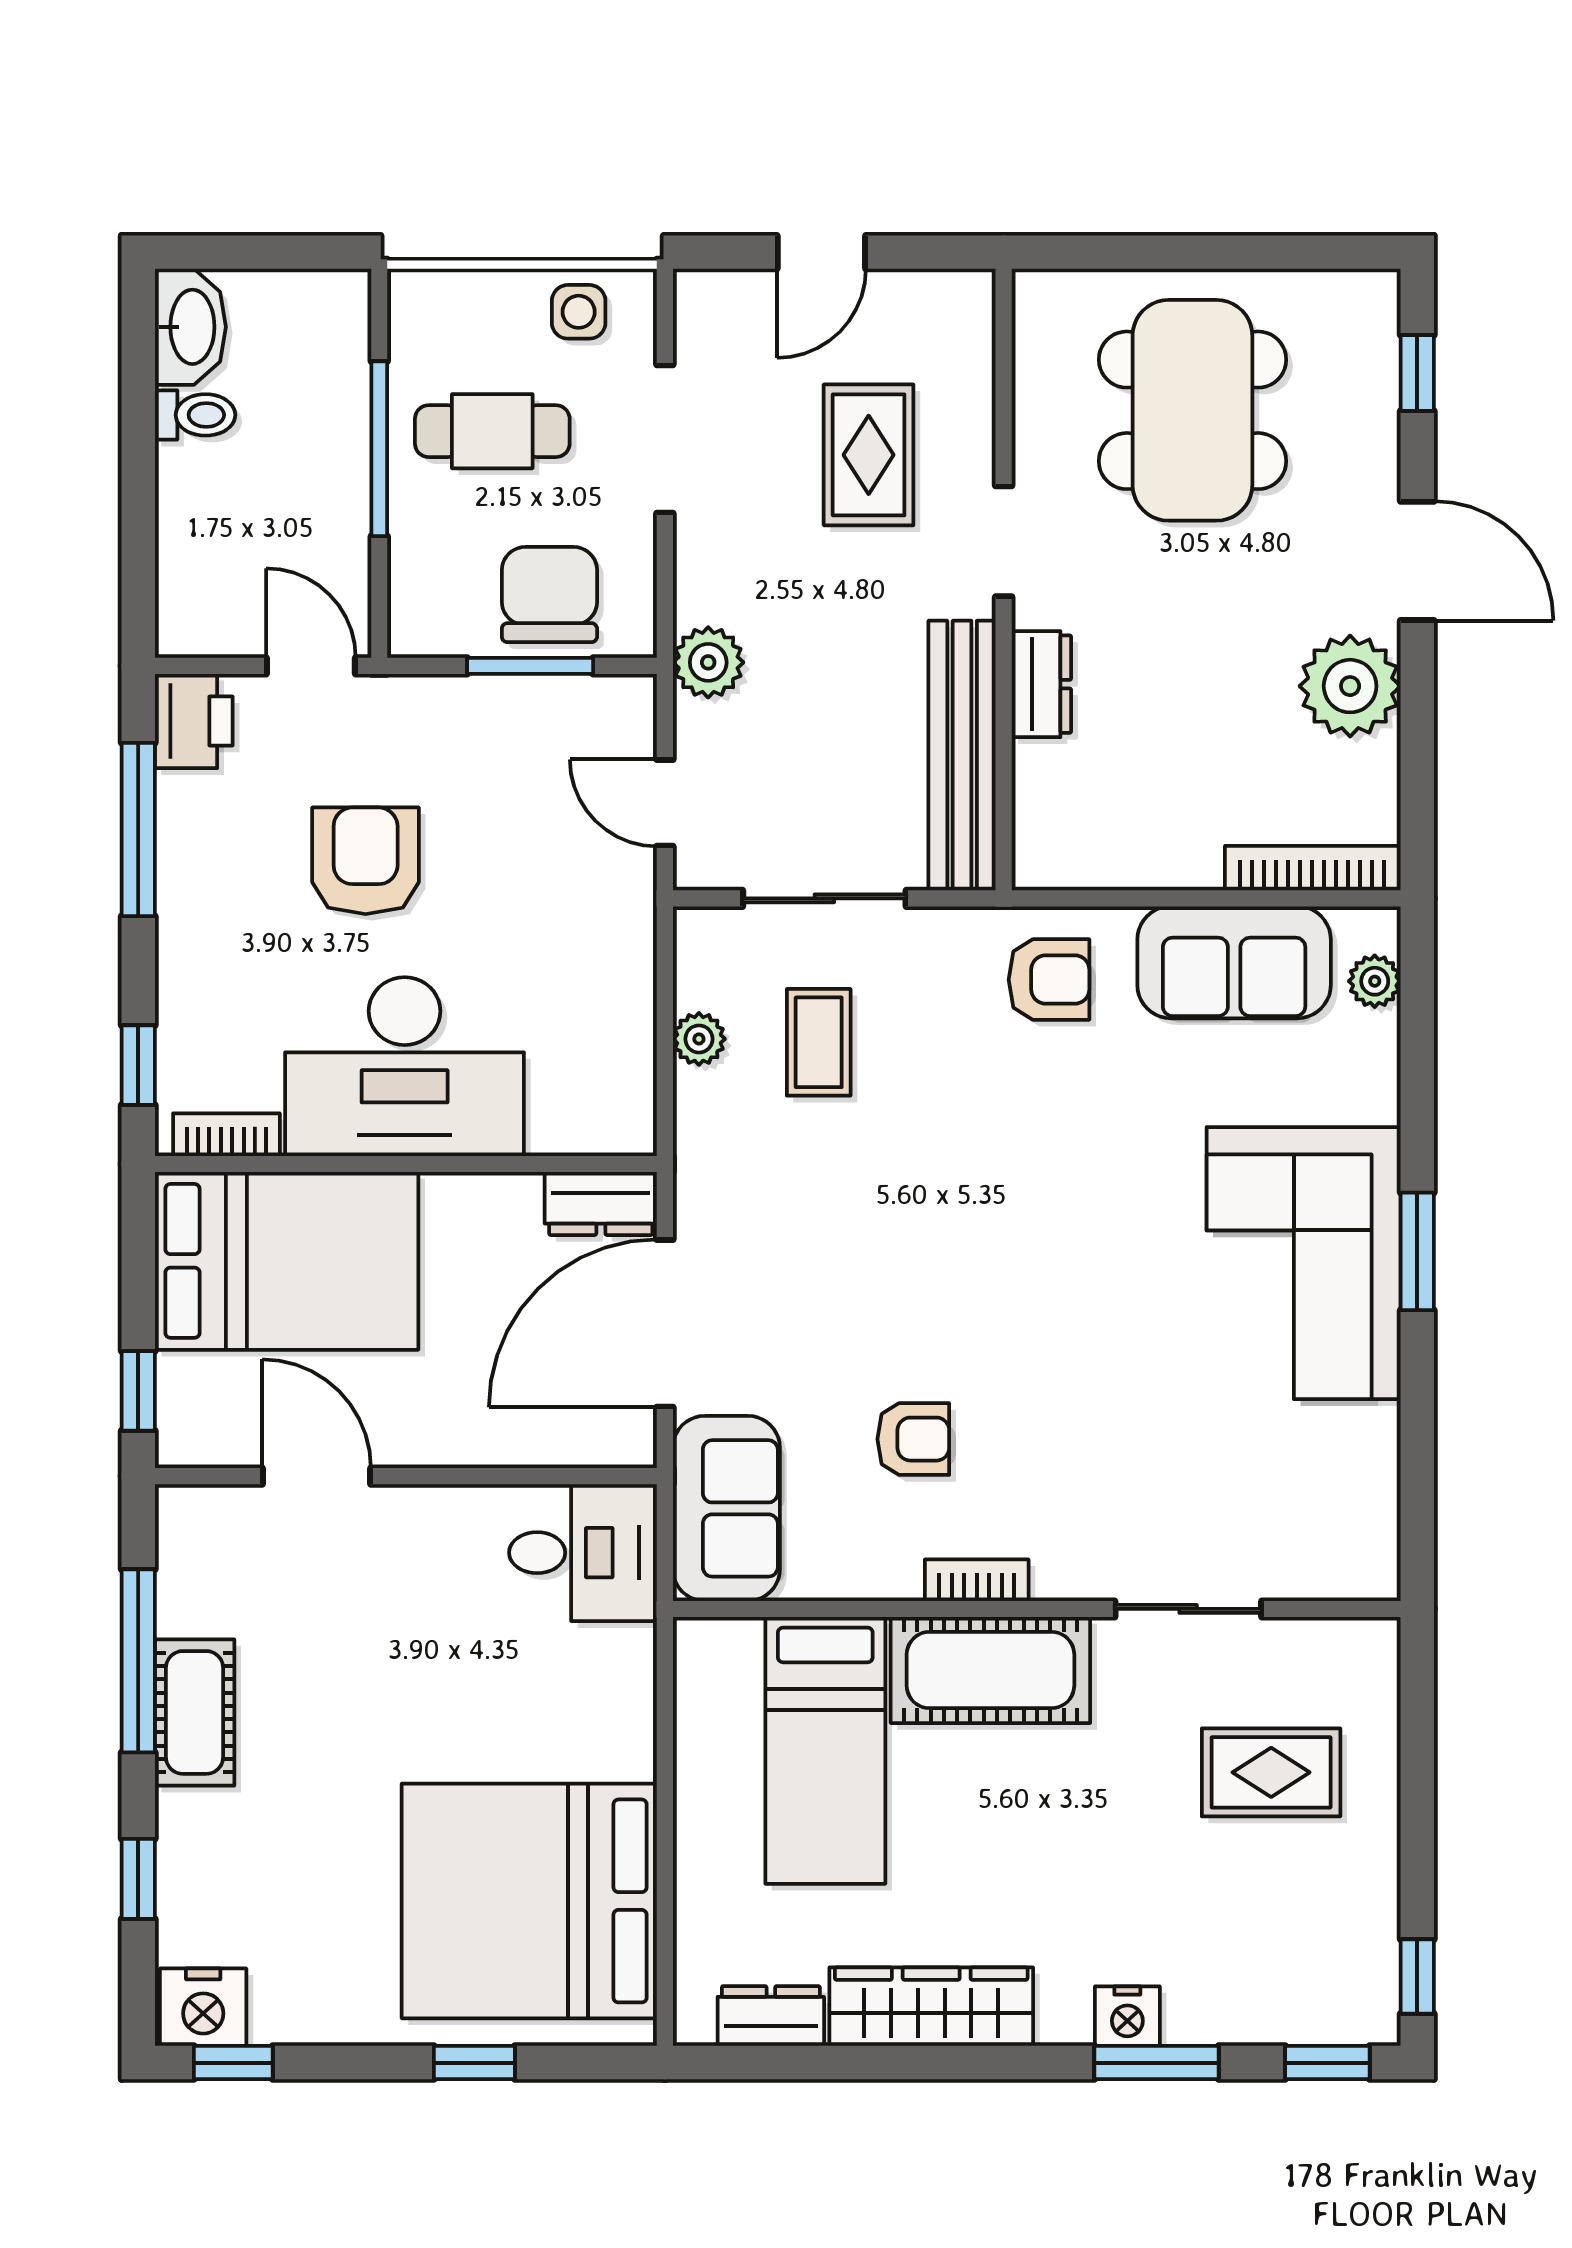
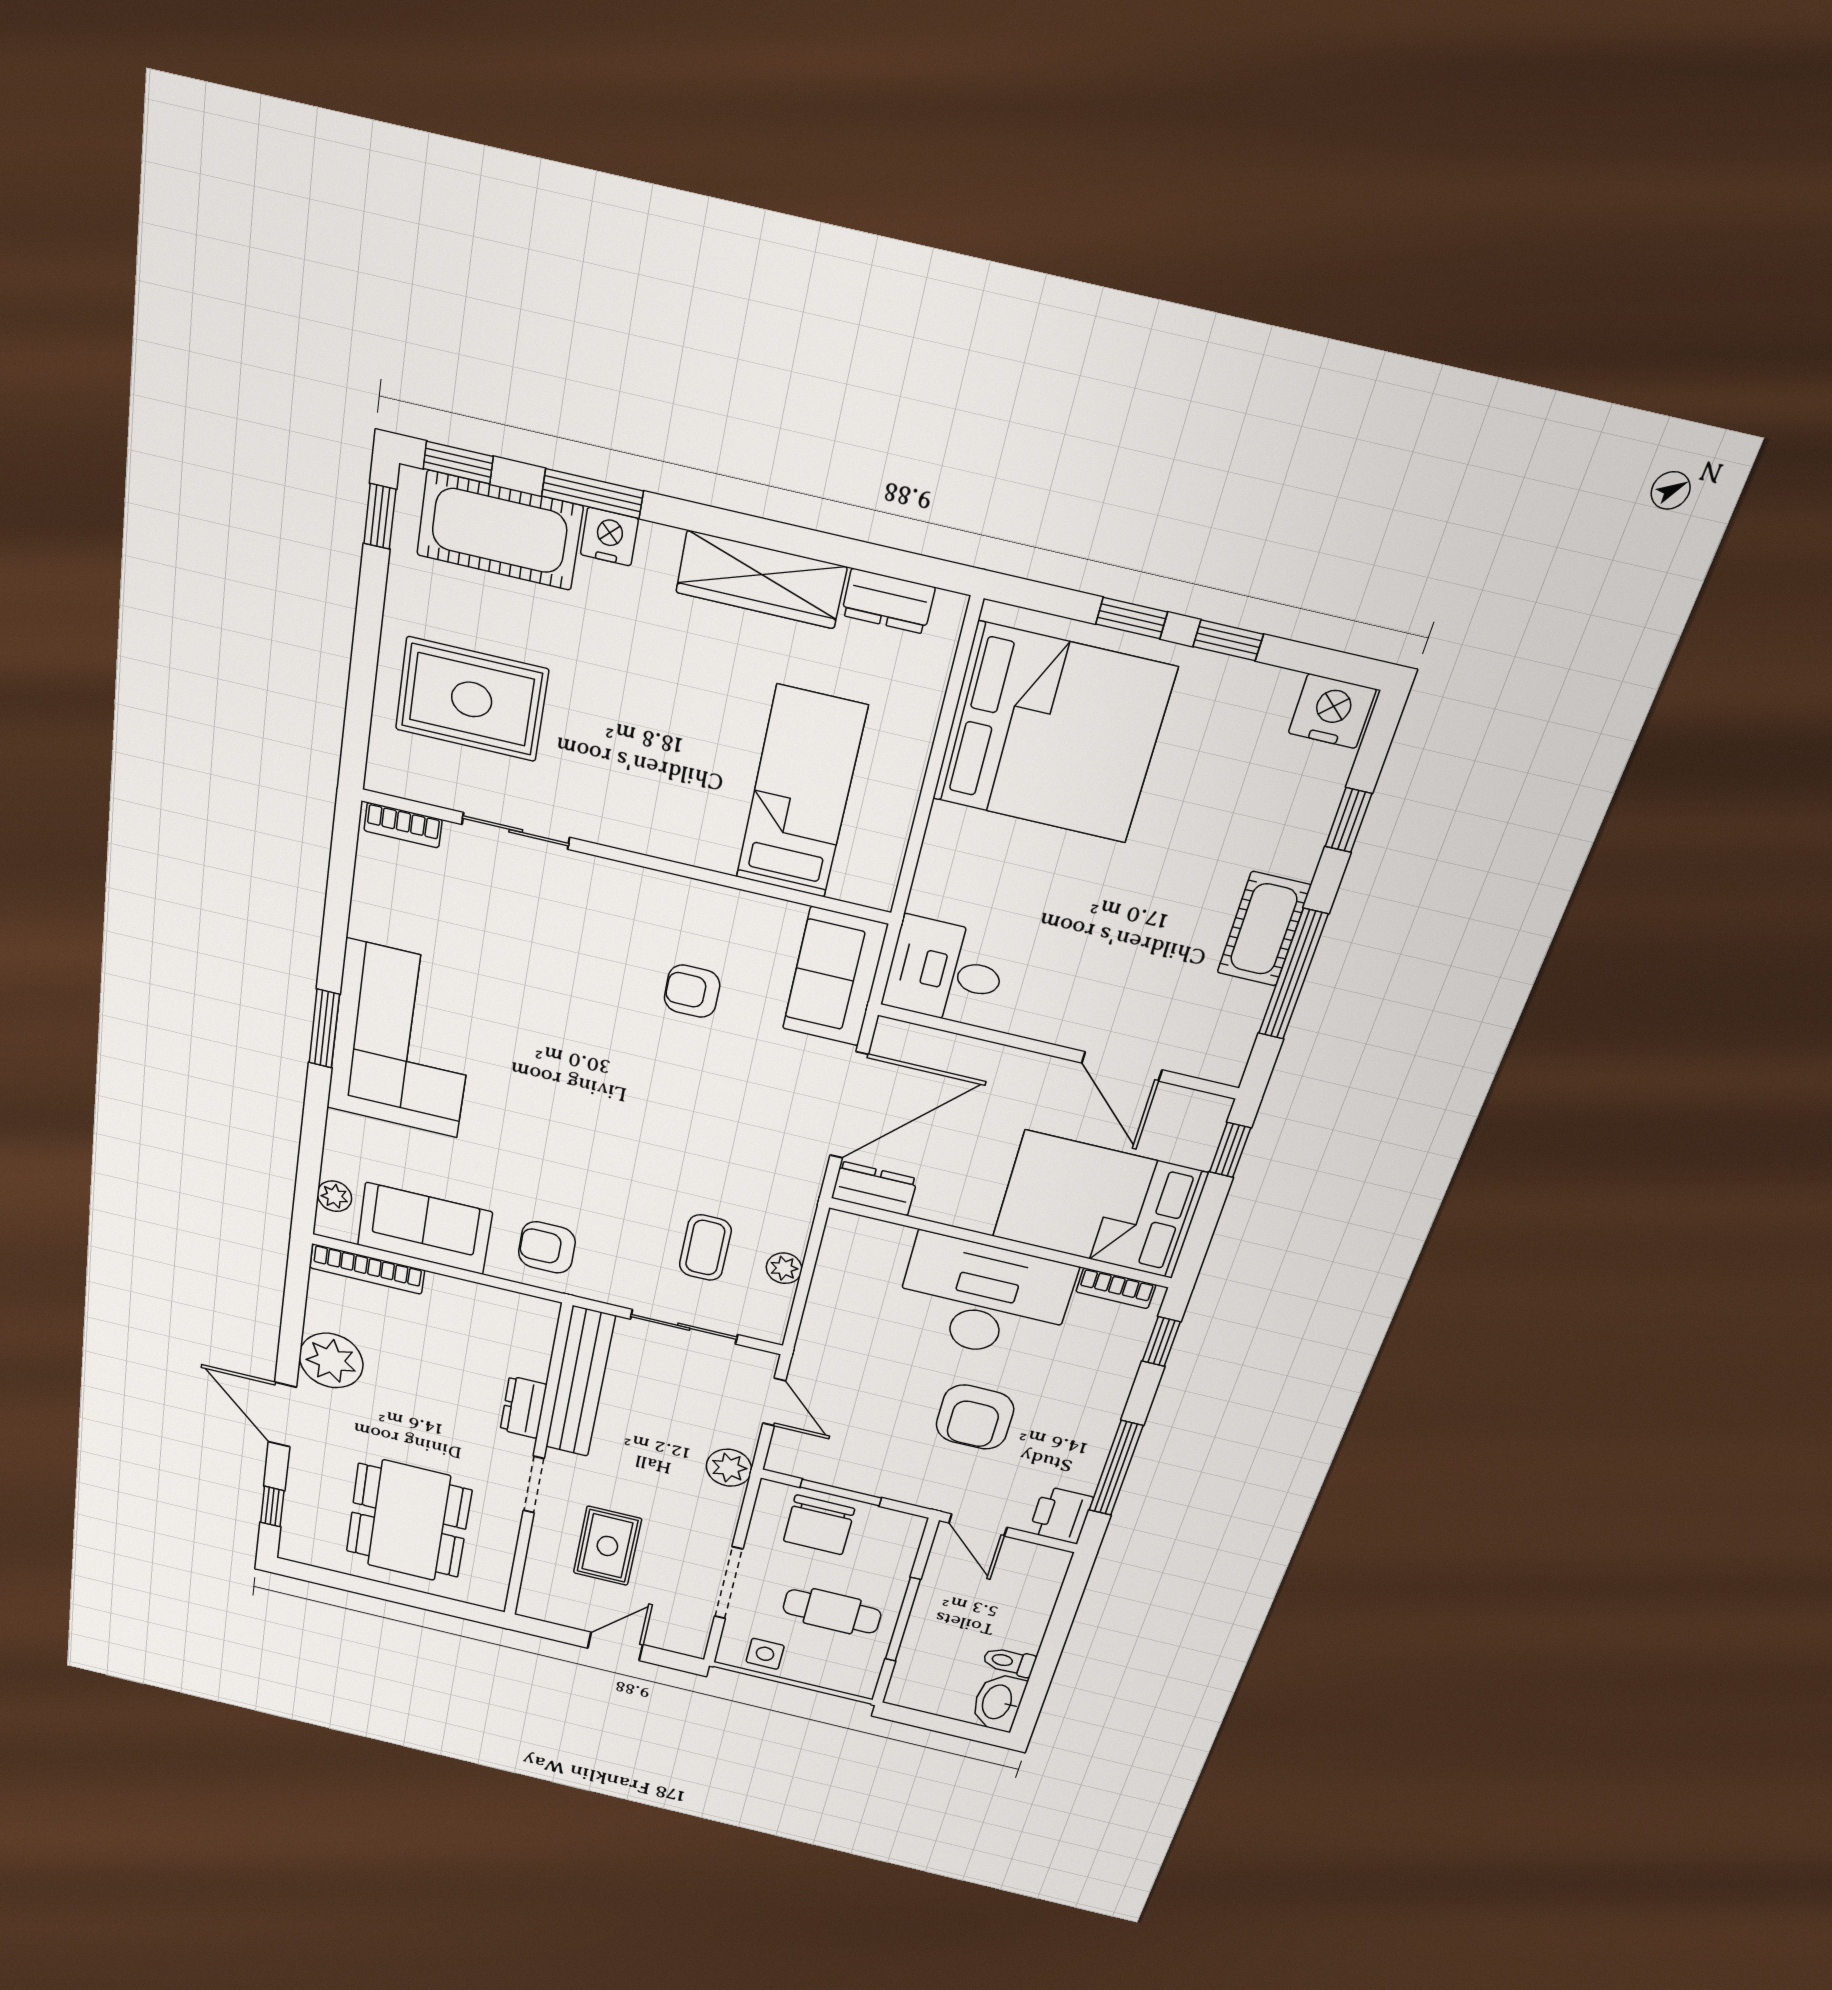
bookcase: (977, 1580) -> (403, 825), moved
cot: (990, 1670) -> (499, 531), moved
rug: (1271, 1772) -> (472, 699), width x1.36, depth x1.43
window: (233, 2063) -> (1228, 640), moved

